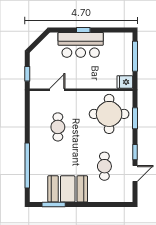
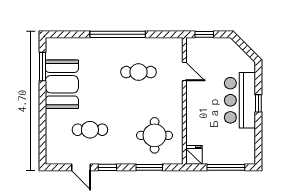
round table: (109, 114) -> (155, 135), width x0.73, depth x0.73
window: (27, 165) -> (118, 34), moved

